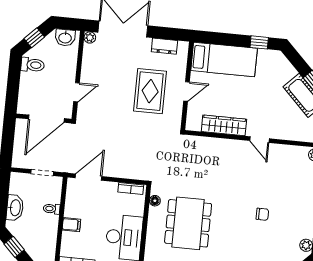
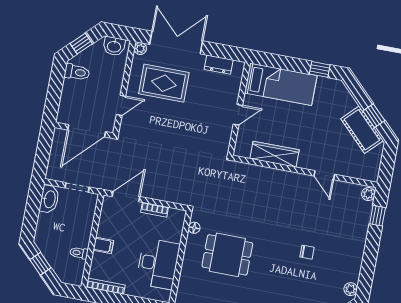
rug: (150, 91) -> (164, 83), moved, turned 90
door: (260, 140) -> (324, 175), moved
bookcase: (131, 188) -> (155, 210), moved
washbasin: (15, 208) -> (49, 199), moved
toilet: (52, 209) -> (79, 253), moved
dining table: (188, 223) -> (227, 255), width x0.73

